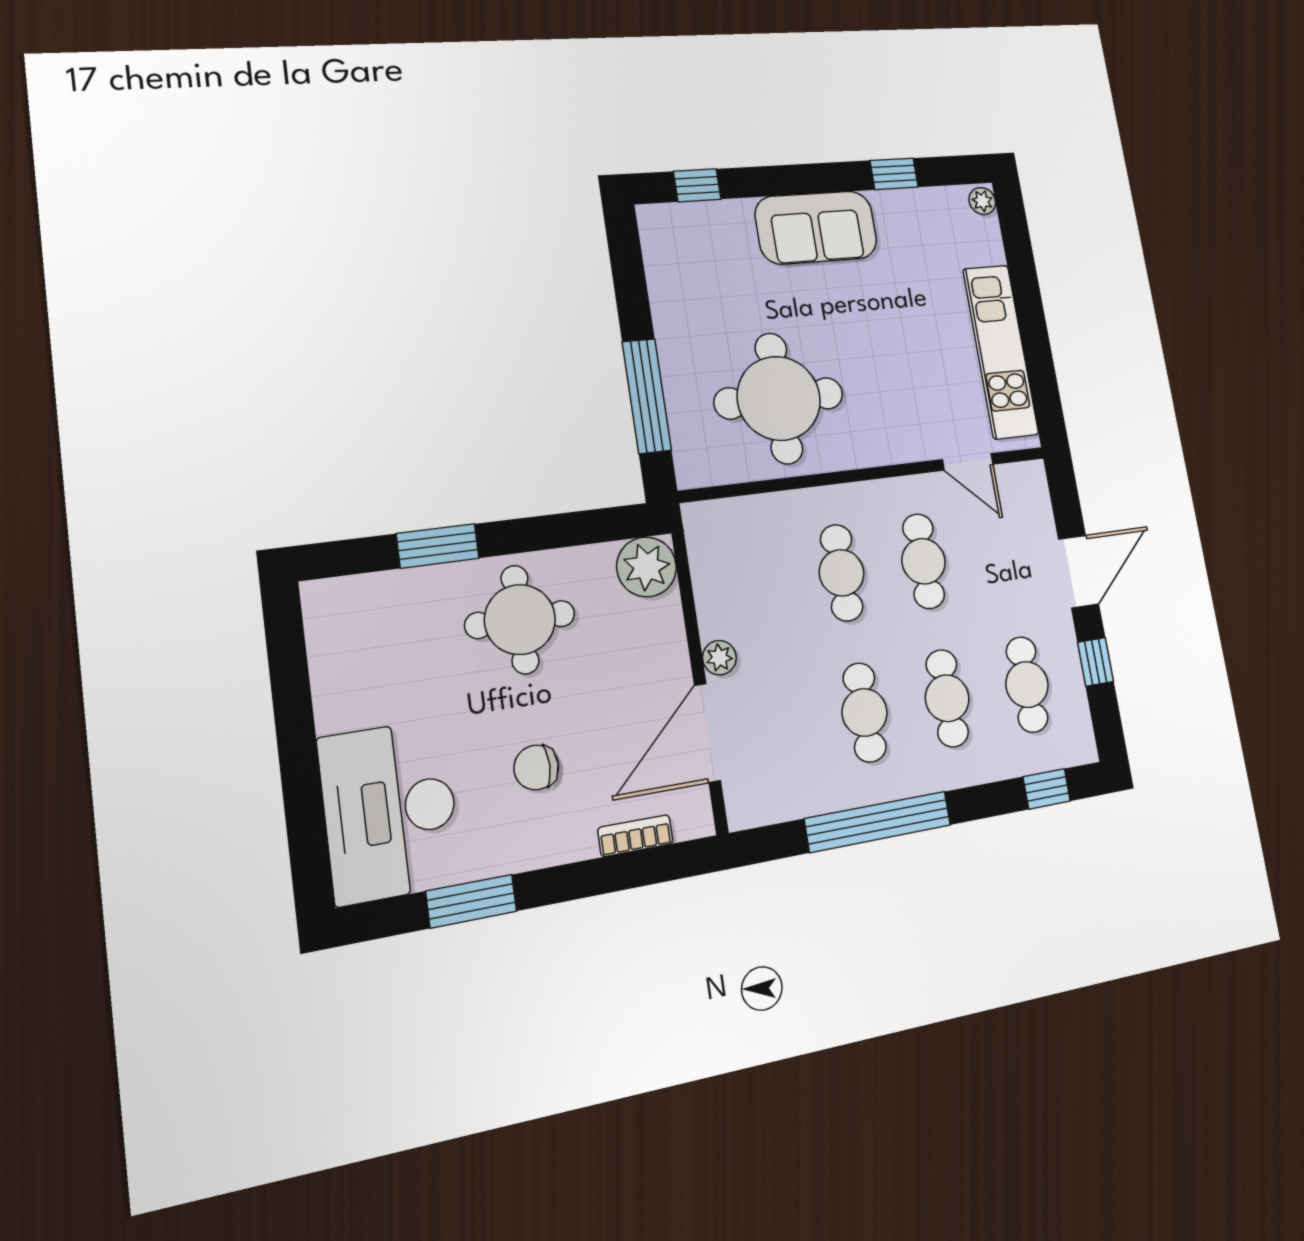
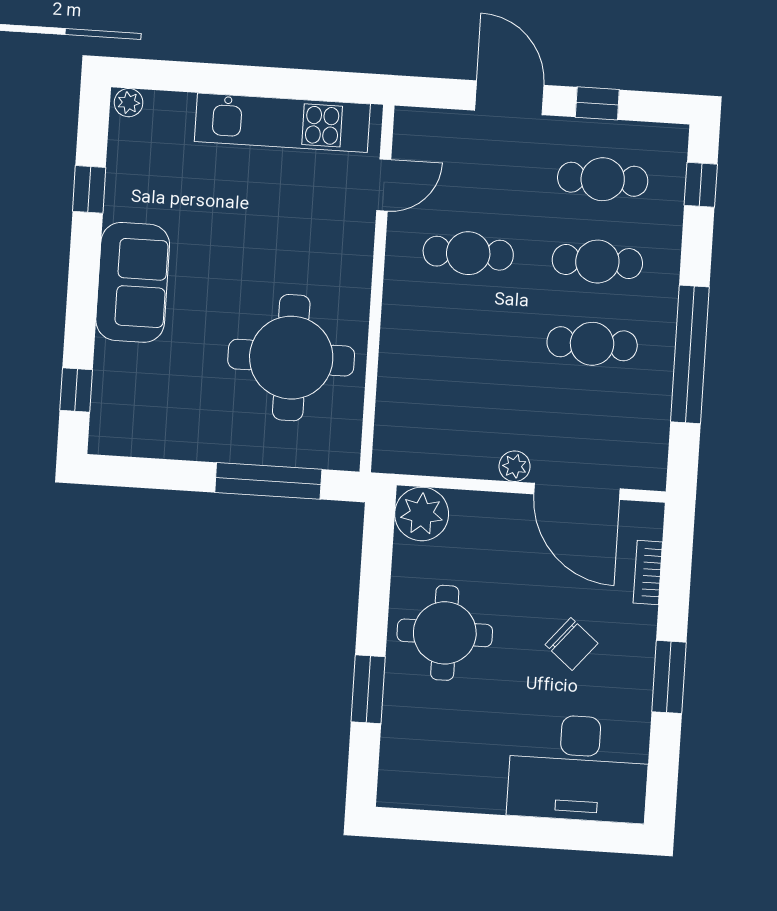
cafe table: (842, 573) -> (463, 335), removed
chair: (536, 767) -> (572, 644), turned -50
window: (471, 901) -> (669, 677), moved

